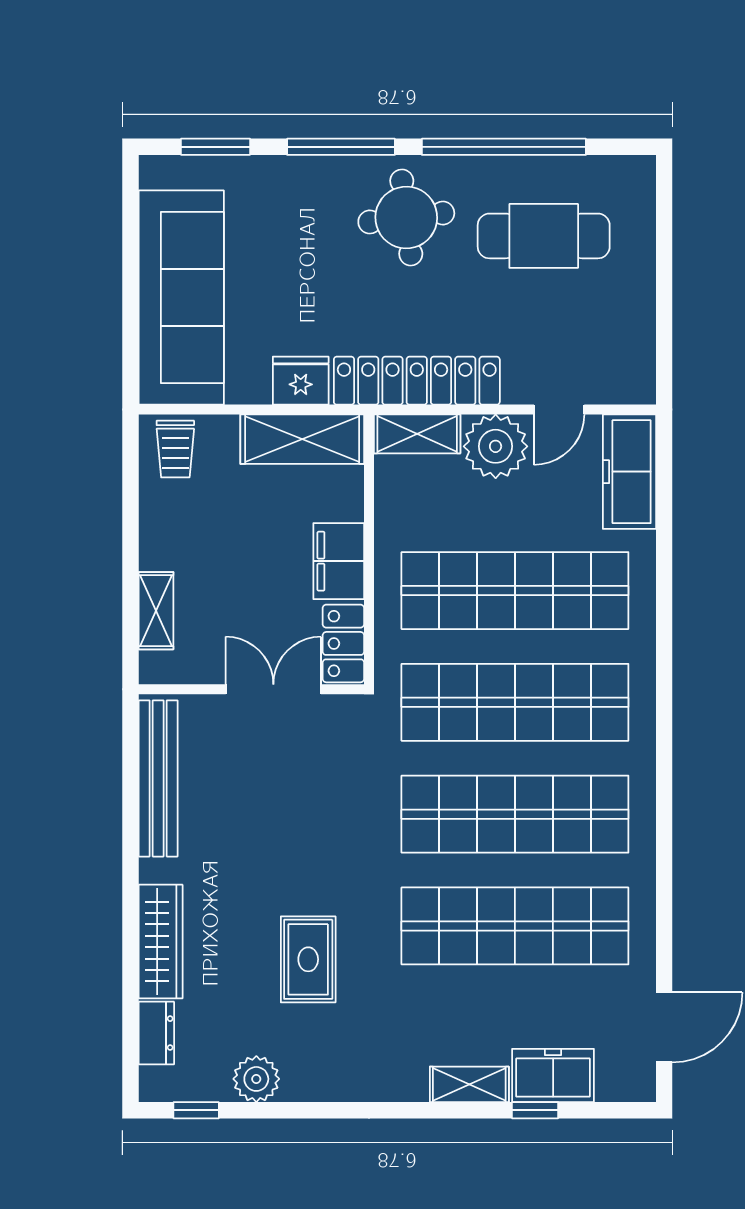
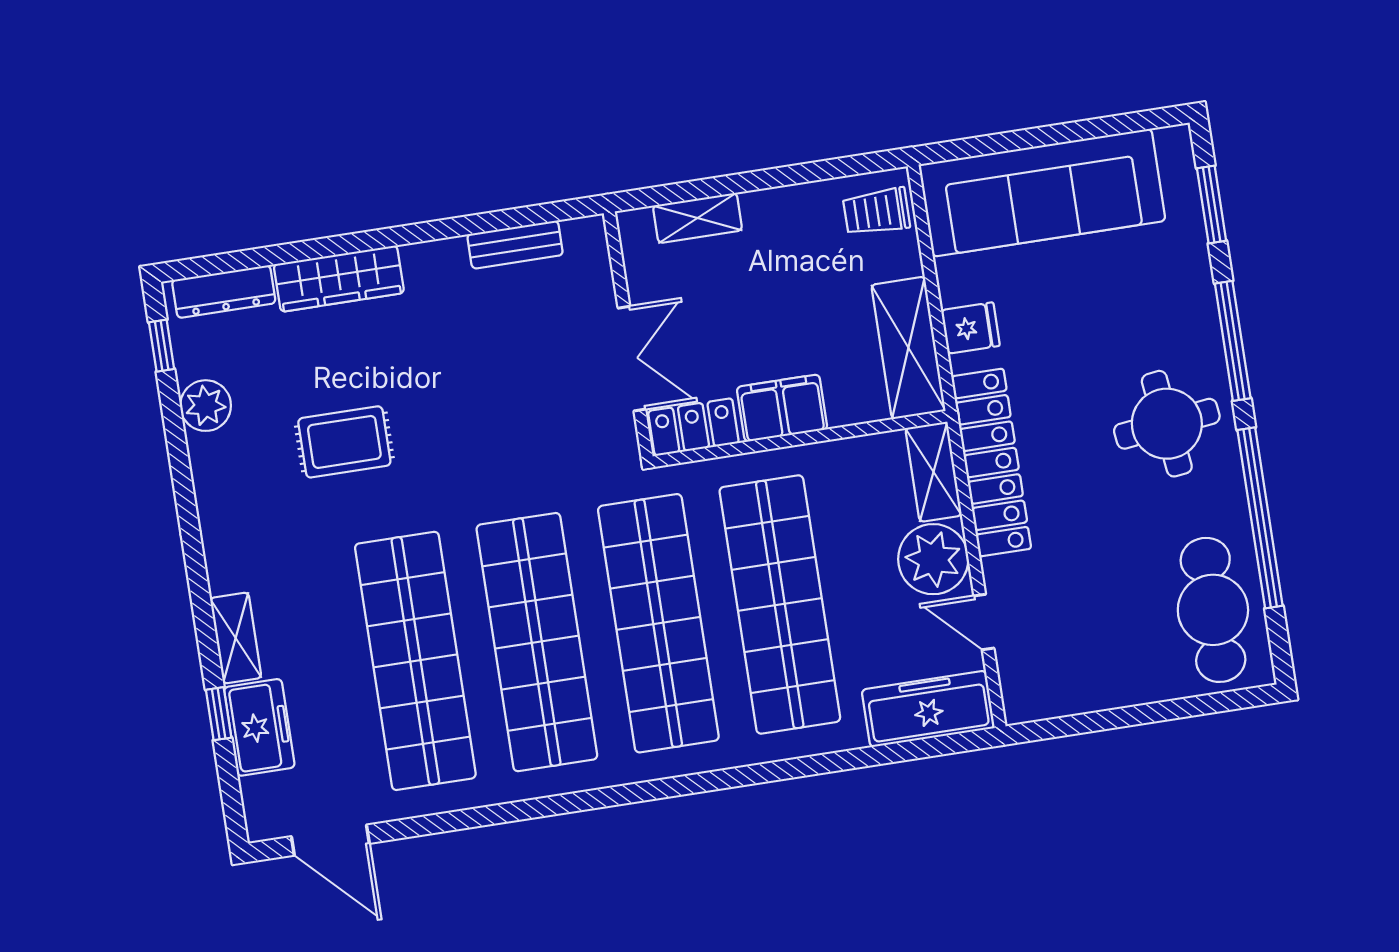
cafe table: (544, 236) -> (1213, 610), moved
fridge: (301, 381) -> (971, 328), width x0.72
bench: (158, 778) -> (515, 245), width x0.54, depth x0.82
dresser: (156, 1033) -> (224, 292), width x1.44

